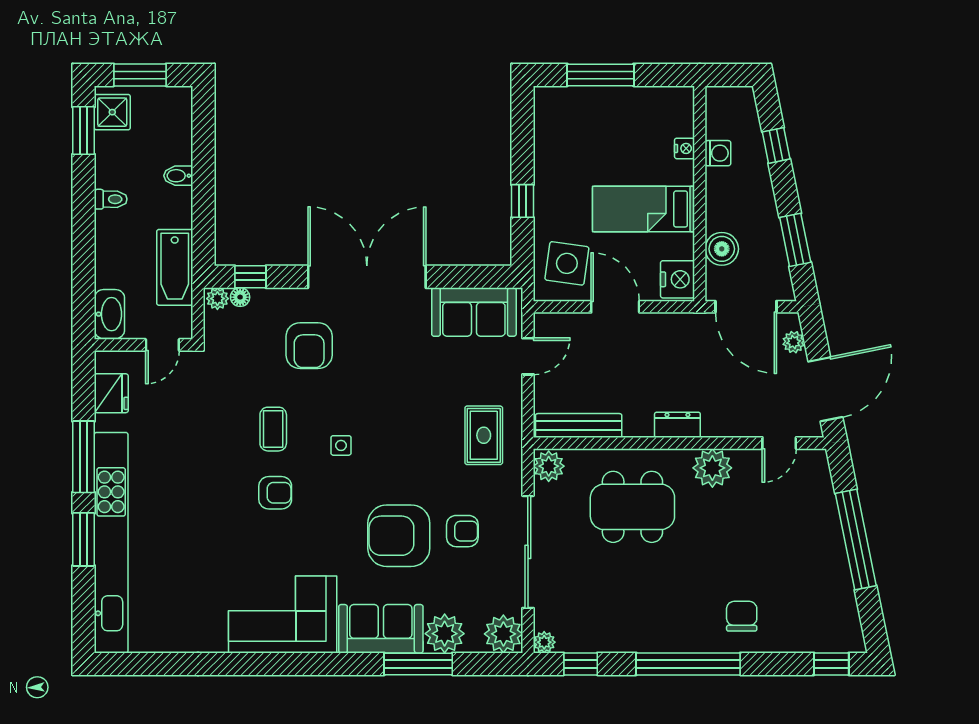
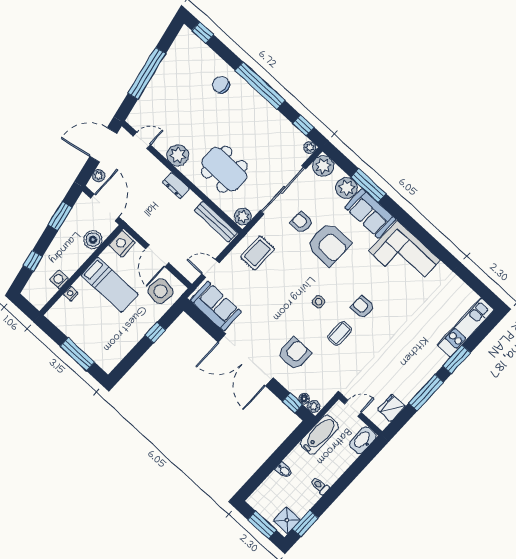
kitchen unit: (111, 543) -> (466, 327), width x0.54
chair: (742, 616) -> (221, 85), turned 90

